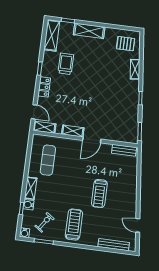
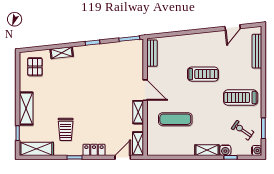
trolley: (66, 64) -> (66, 129), turned -90
exercise mat: (48, 160) -> (175, 119), moved

